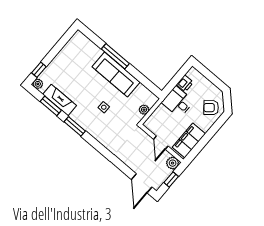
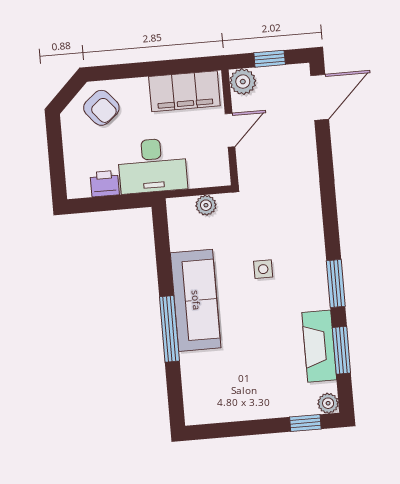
desk: (178, 102) -> (152, 166), width x1.37

